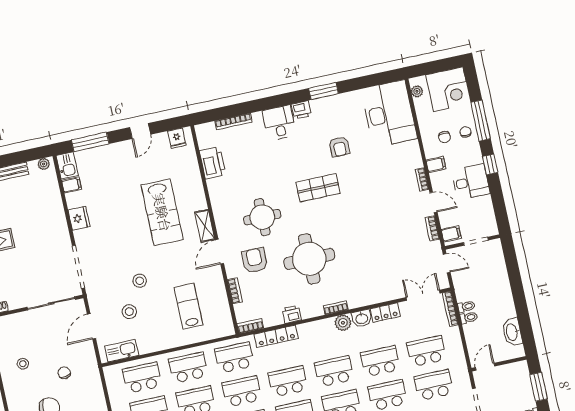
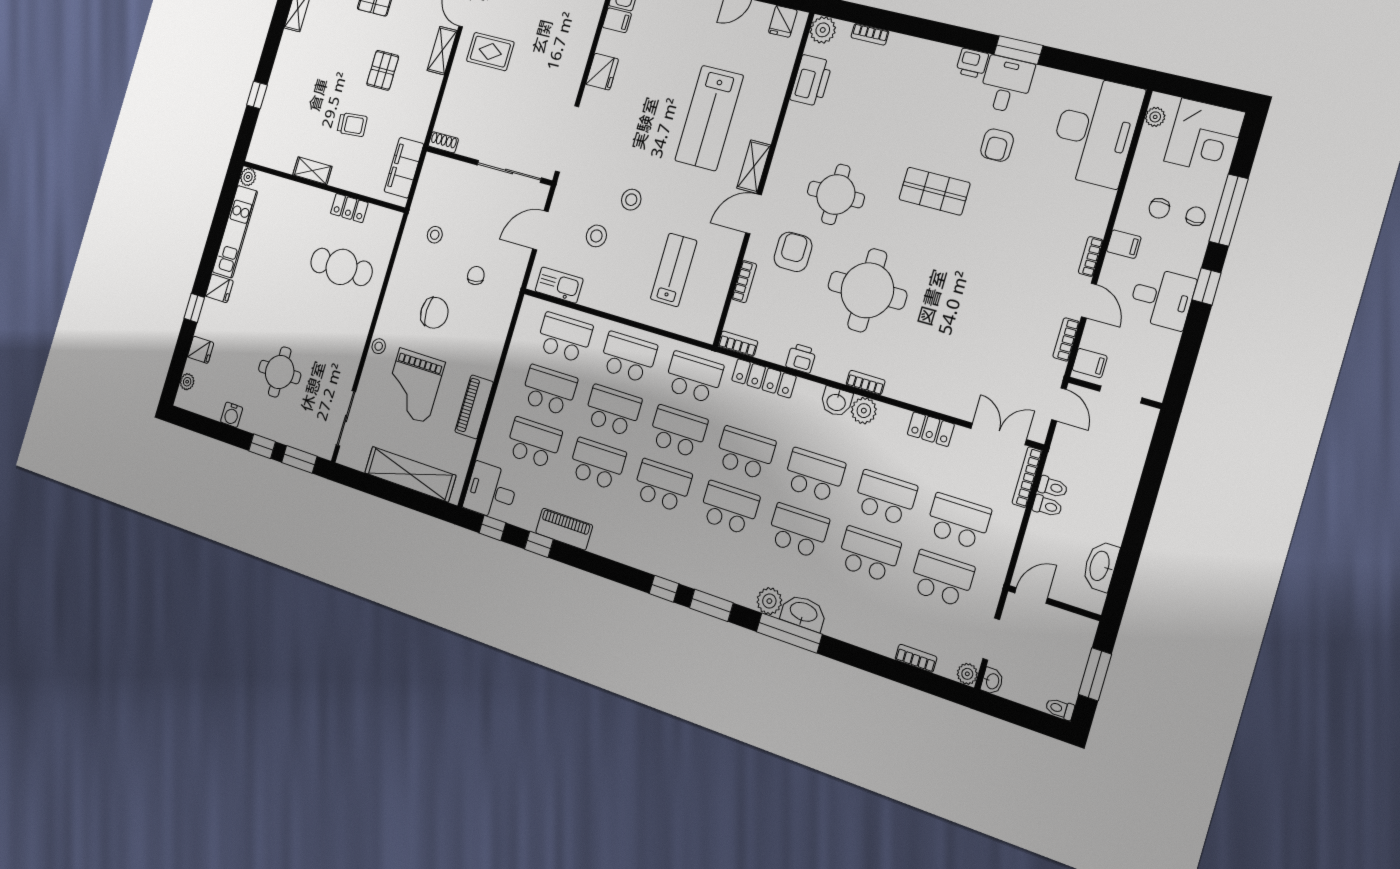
bookcase: (233, 121) -> (870, 34), width x0.64
desk: (279, 123) -> (1006, 85), moved
plant: (204, 132) -> (823, 30), added
washbasin: (362, 318) -> (836, 402), moved

